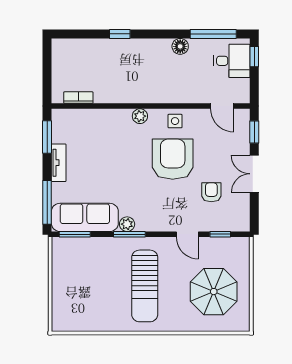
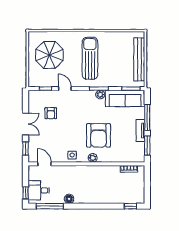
window: (120, 34) -> (131, 206), moved
armchair: (173, 159) -> (99, 135), moved
window: (47, 202) -> (147, 117), moved
bench: (61, 284) -> (139, 59), added

